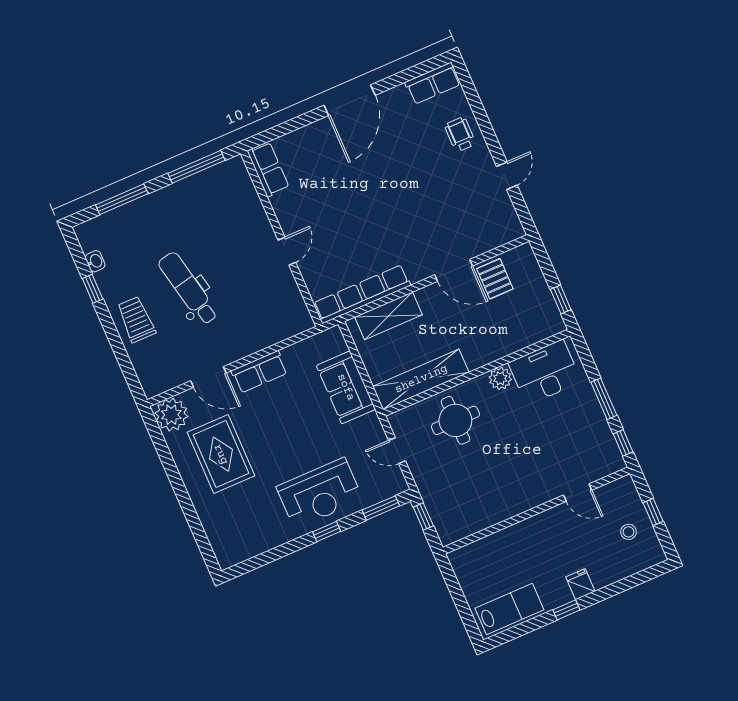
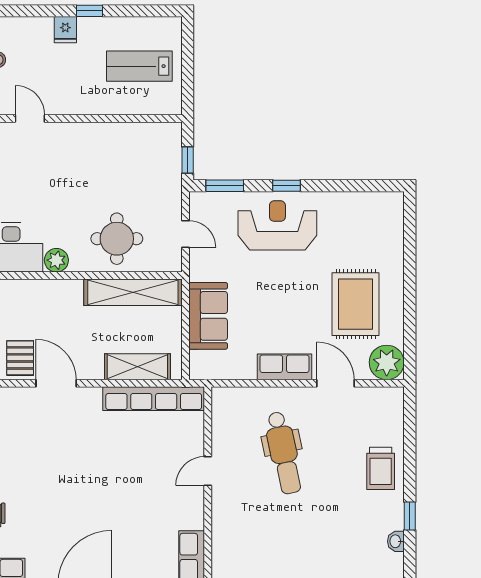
dental chair: (188, 288) -> (284, 453), moved
lab bench: (509, 609) -> (139, 66), moved

